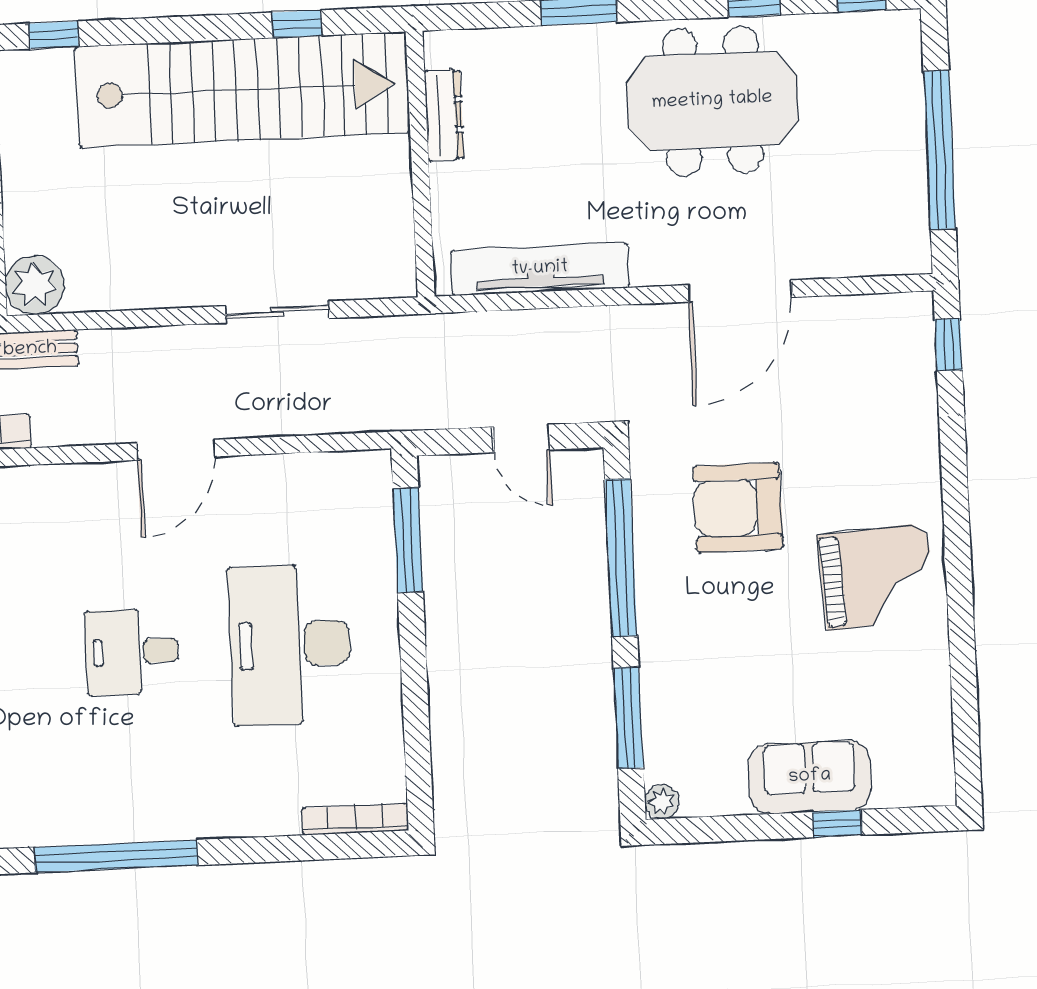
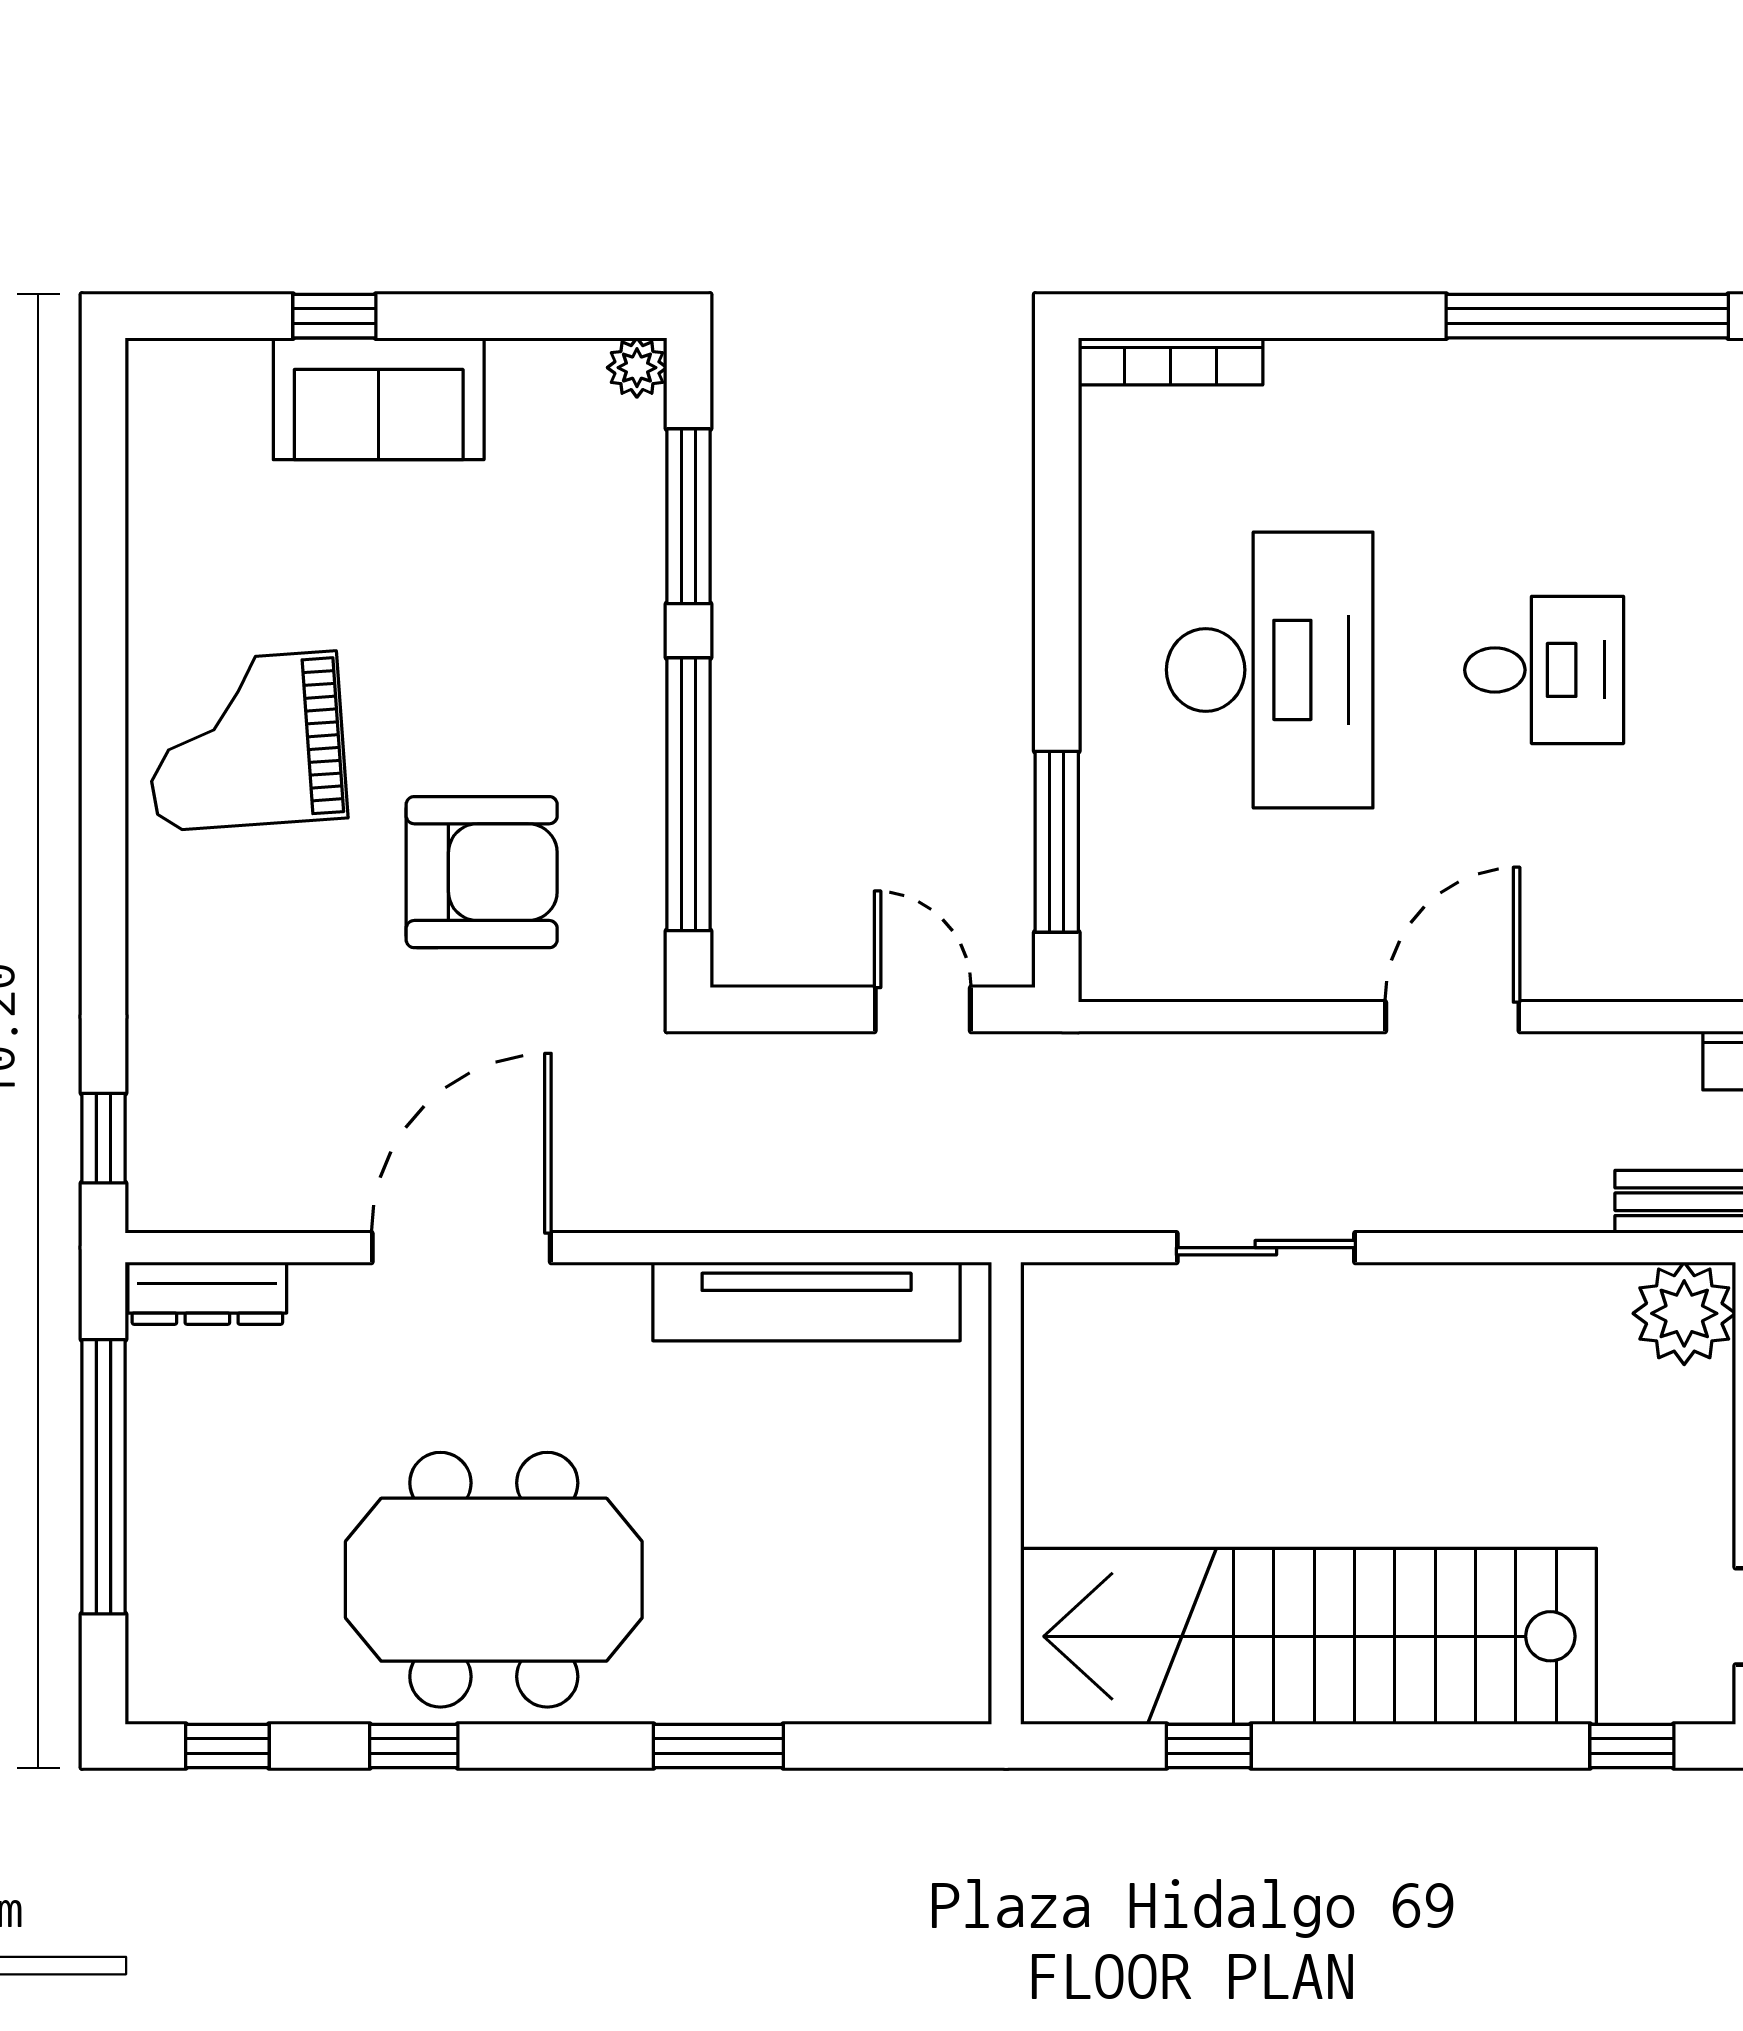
dresser: (444, 115) -> (207, 1293), moved, turned -90
door: (521, 438) -> (923, 1009), moved

